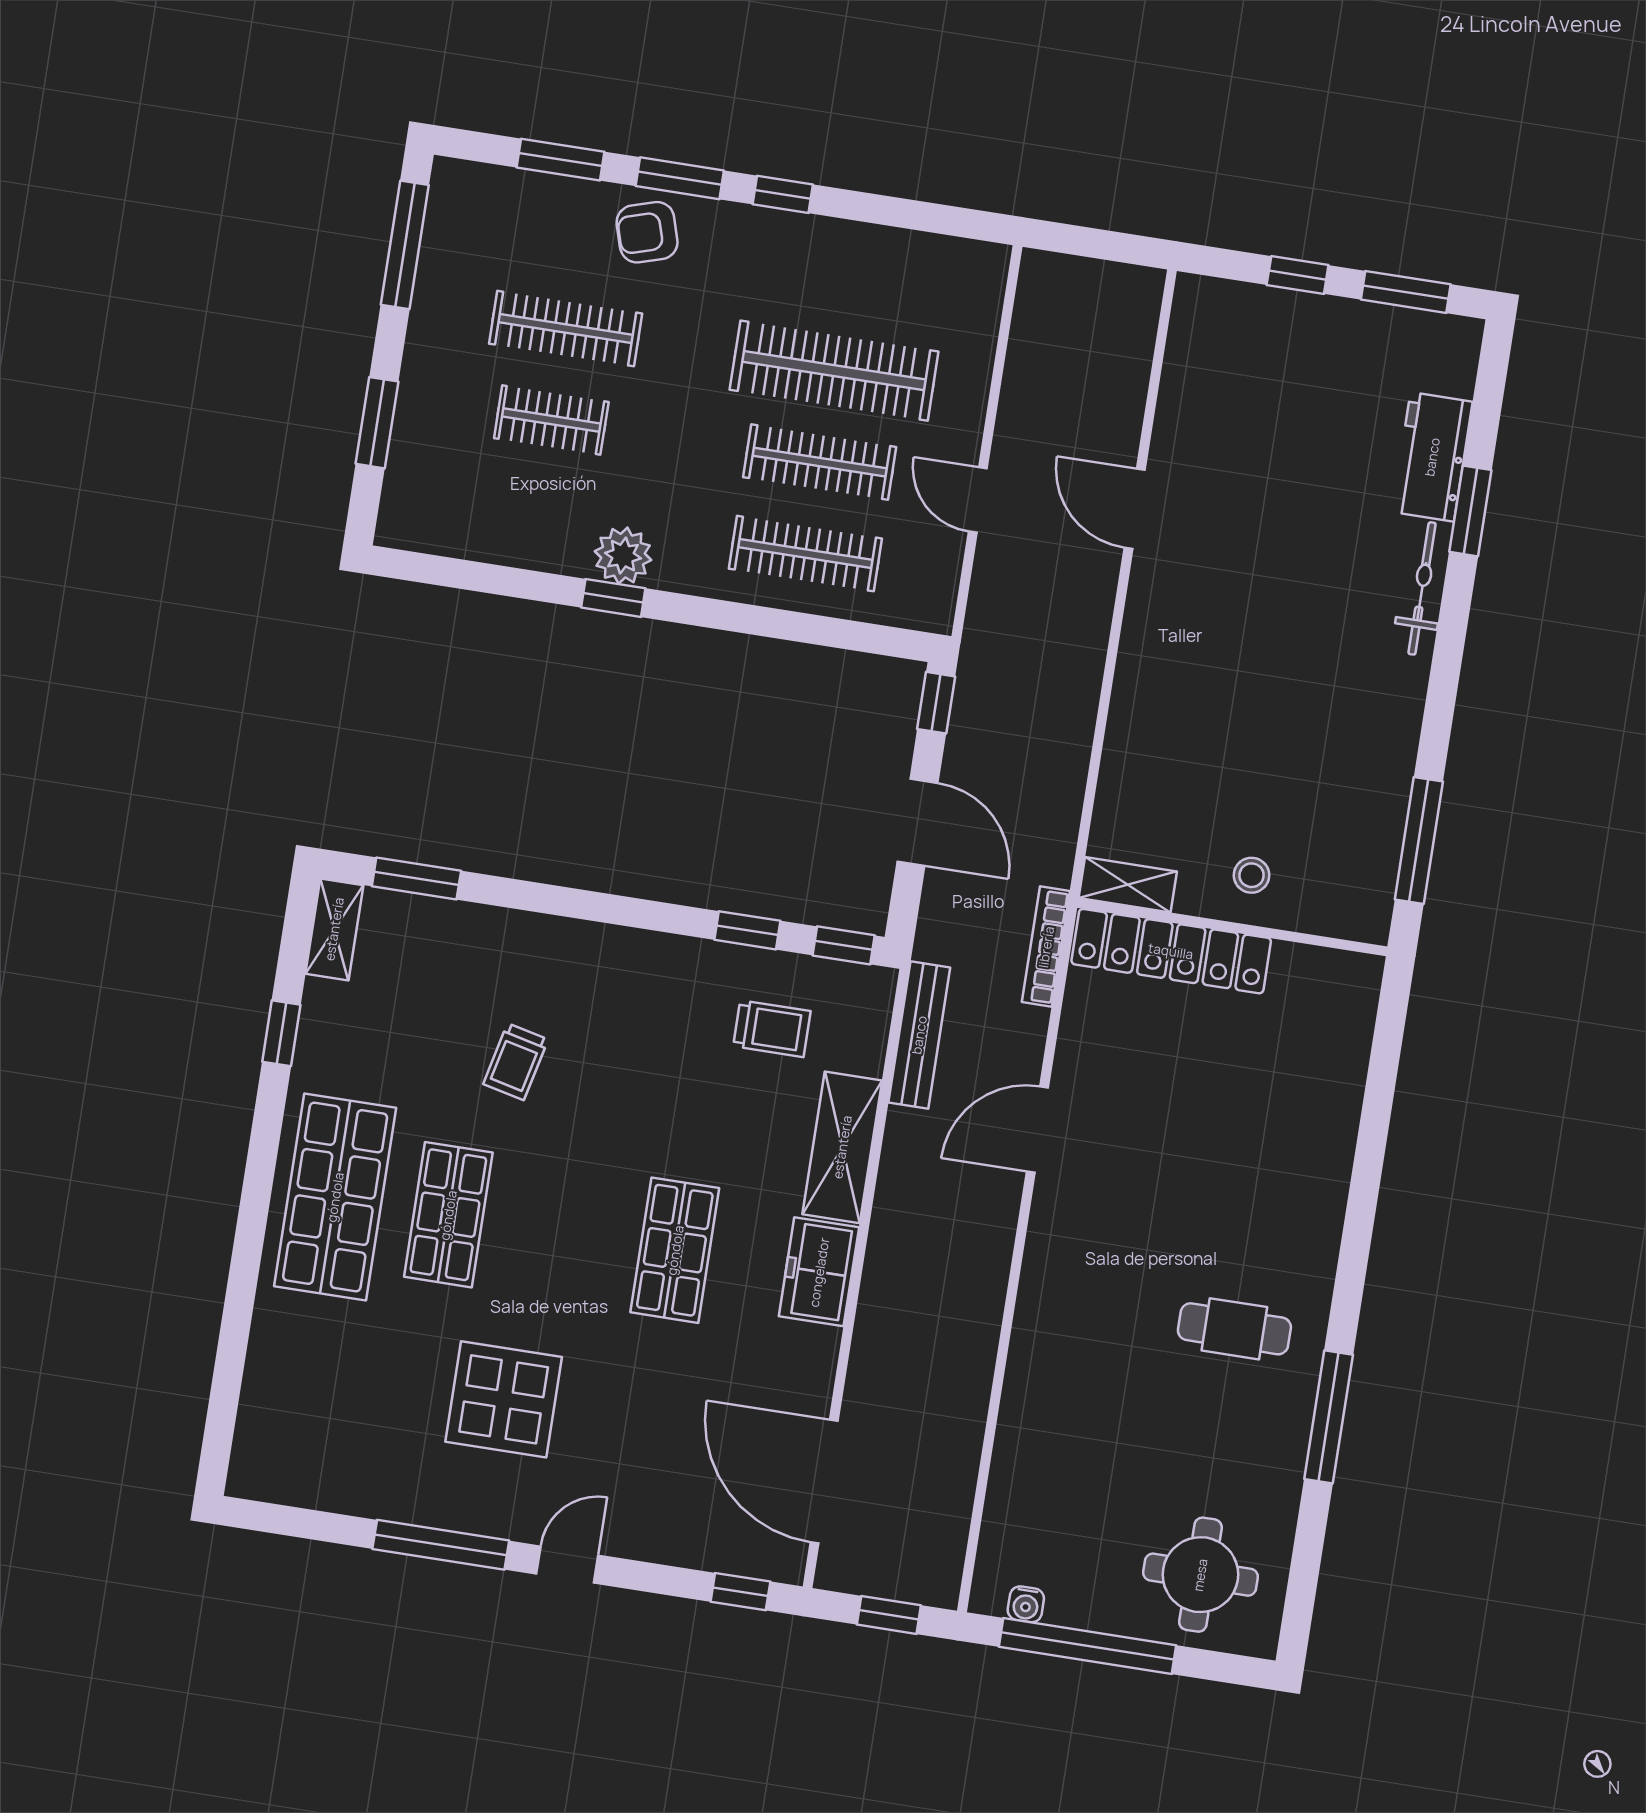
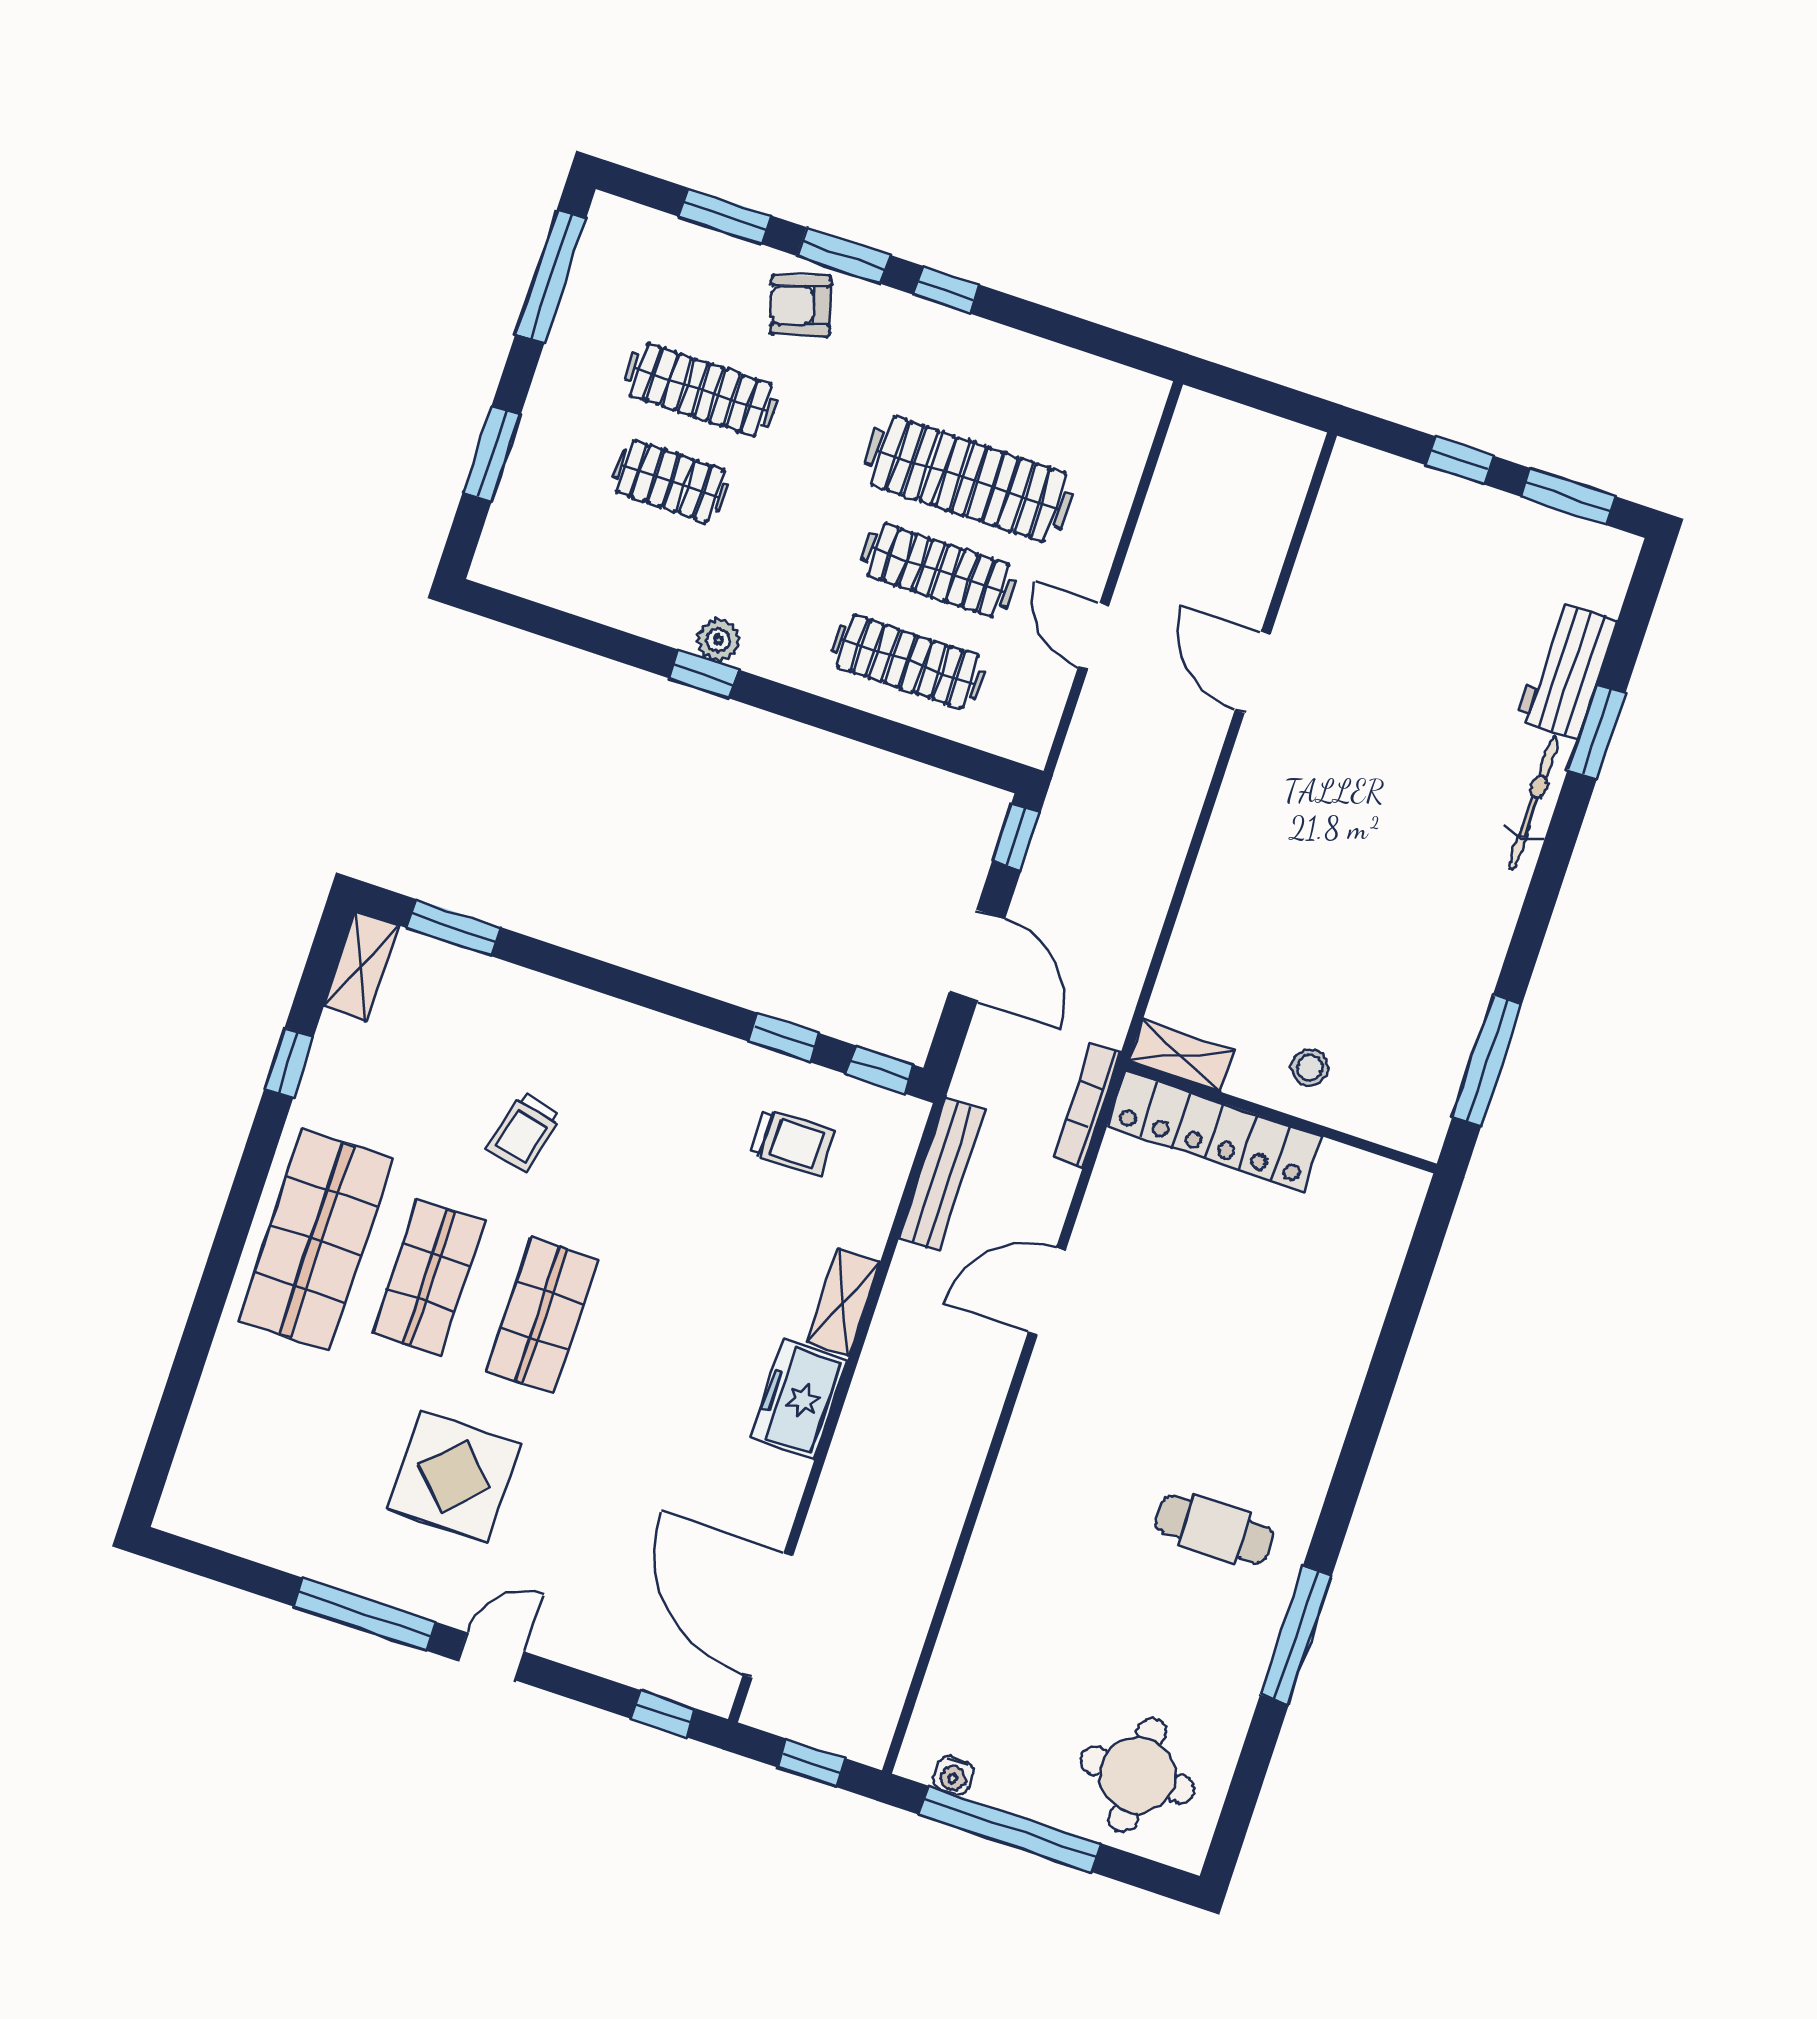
plant: (623, 556) -> (718, 640), width x0.73, depth x0.73
shelving: (842, 1147) -> (843, 1302), width x0.67, depth x0.75
shop shelf: (675, 1250) -> (542, 1315), moved

